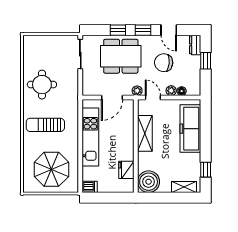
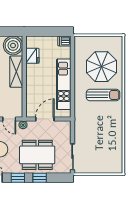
round table: (42, 85) -> (106, 130), removed
shelving: (145, 133) -> (16, 72), moved
parasol: (51, 169) -> (101, 67), moved

